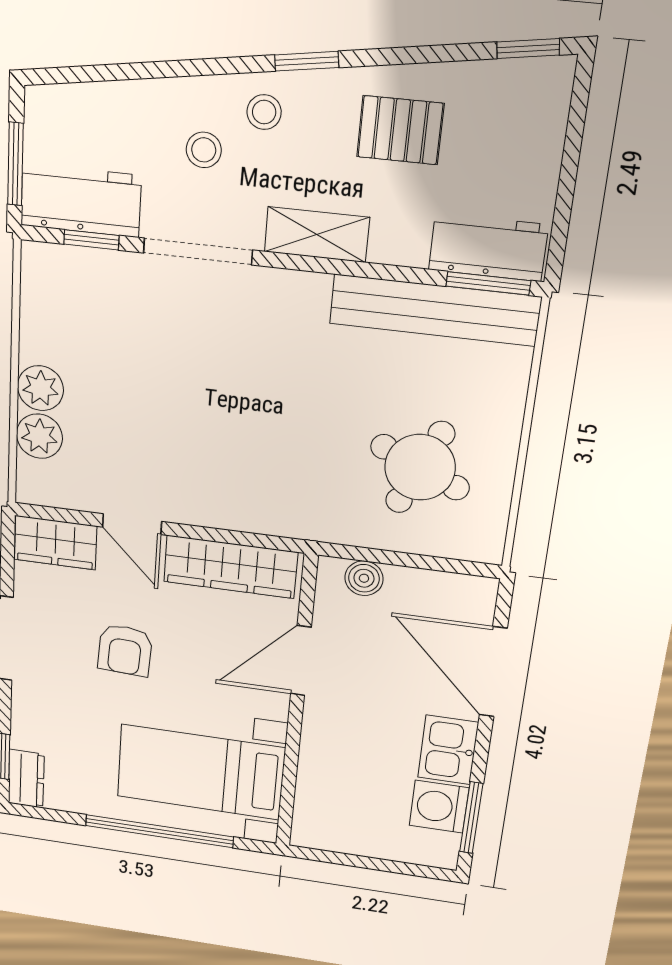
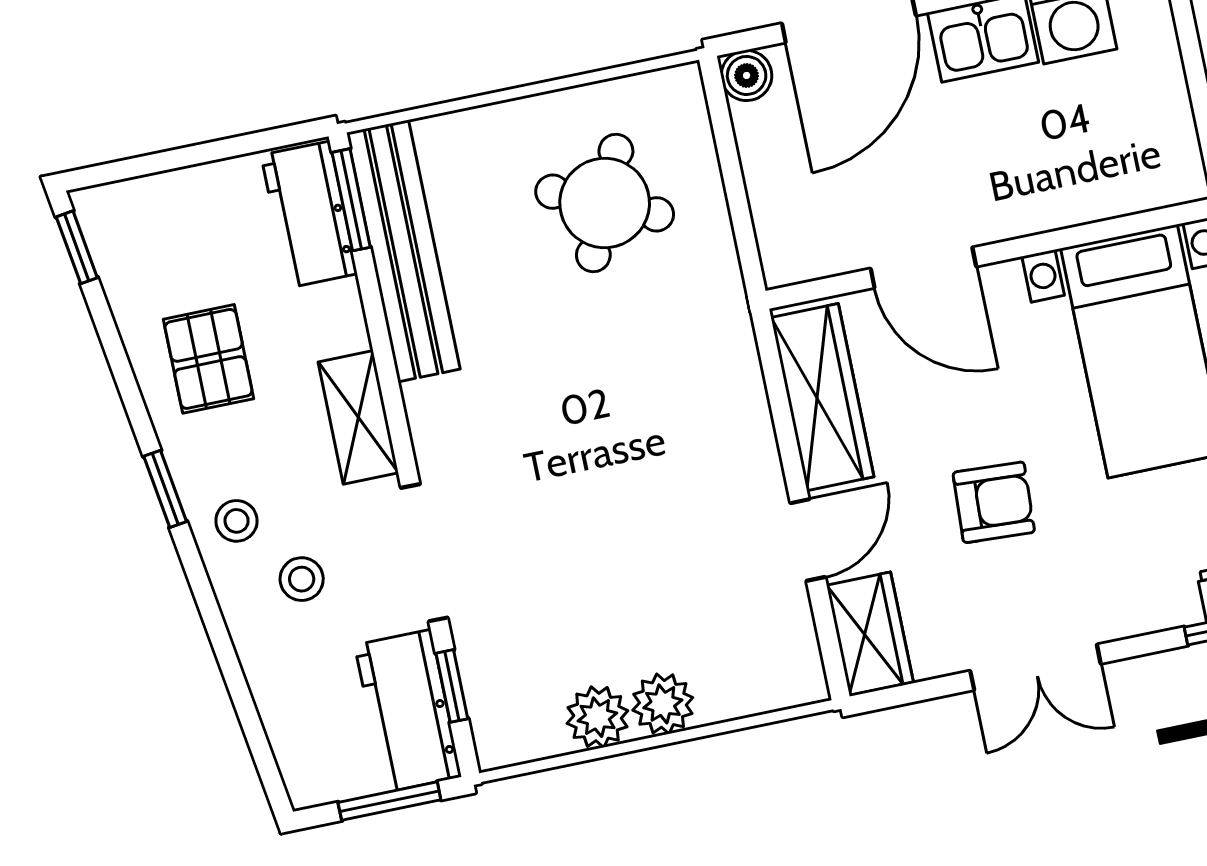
plant: (39, 436) -> (597, 717), moved
boiler: (364, 578) -> (747, 75), moved

